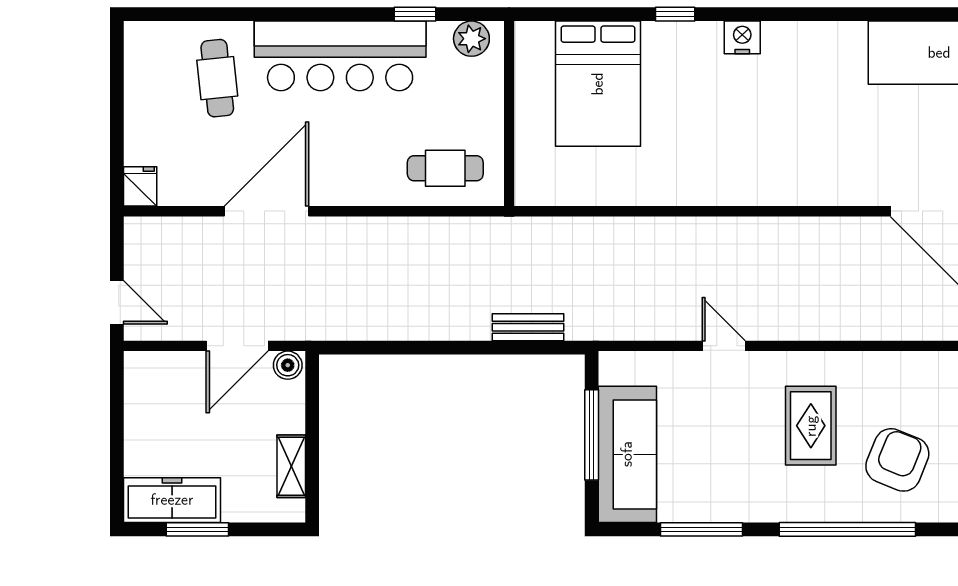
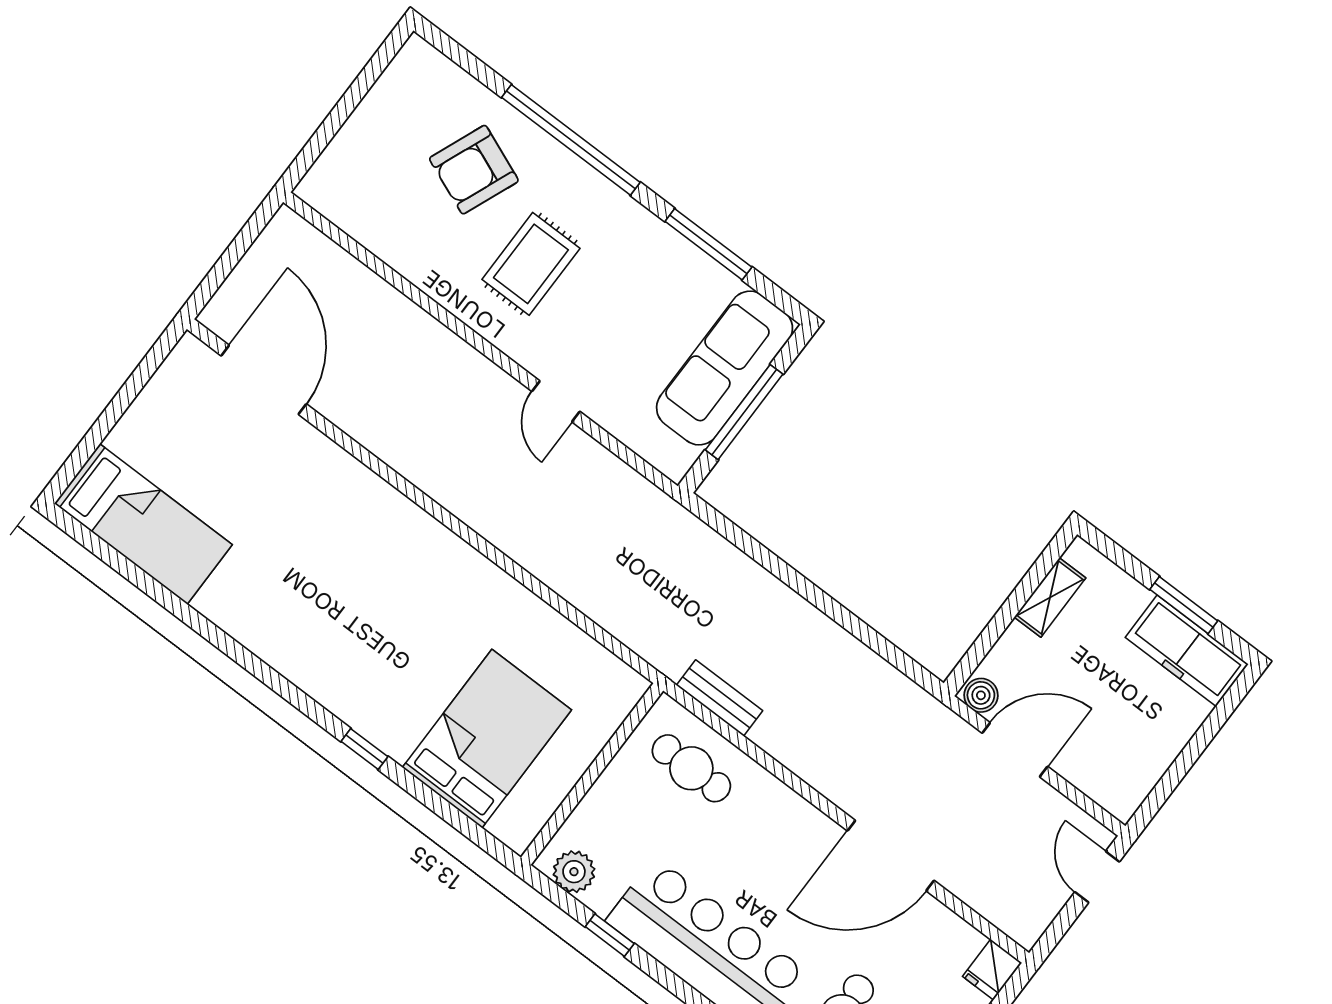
nightstand: (742, 37) -> (318, 679), removed
bench: (528, 327) -> (719, 698), moved

